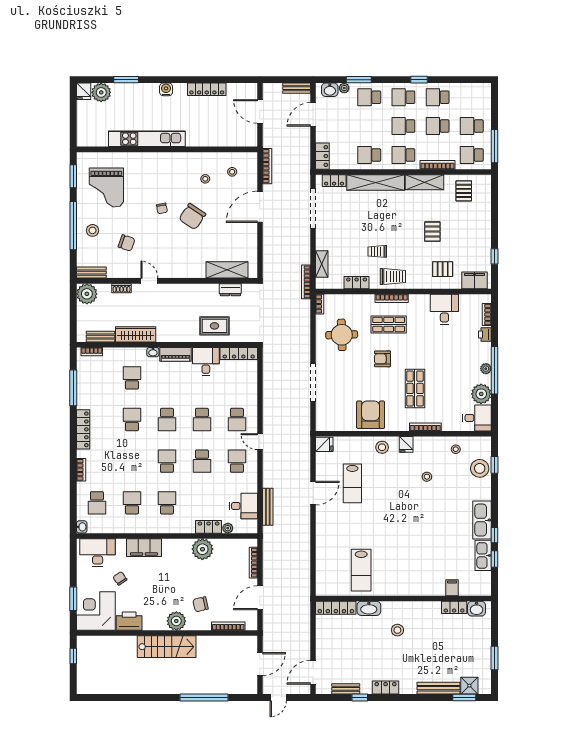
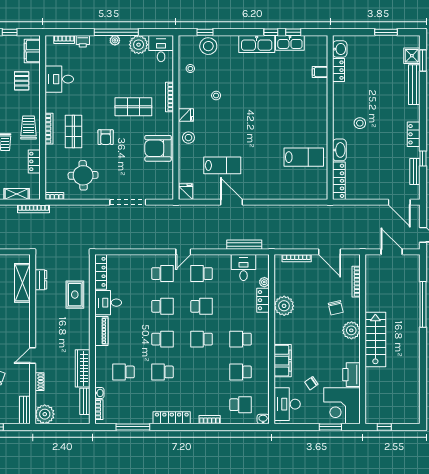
washbasin: (153, 352) -> (99, 393), moved

